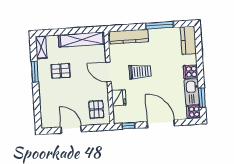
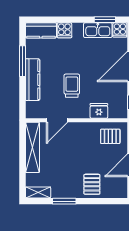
kitchen counter: (129, 37) -> (33, 80), moved
pallet: (61, 71) -> (92, 184), moved
door: (109, 72) -> (57, 120), moved
cooker: (191, 72) -> (64, 30), moved

